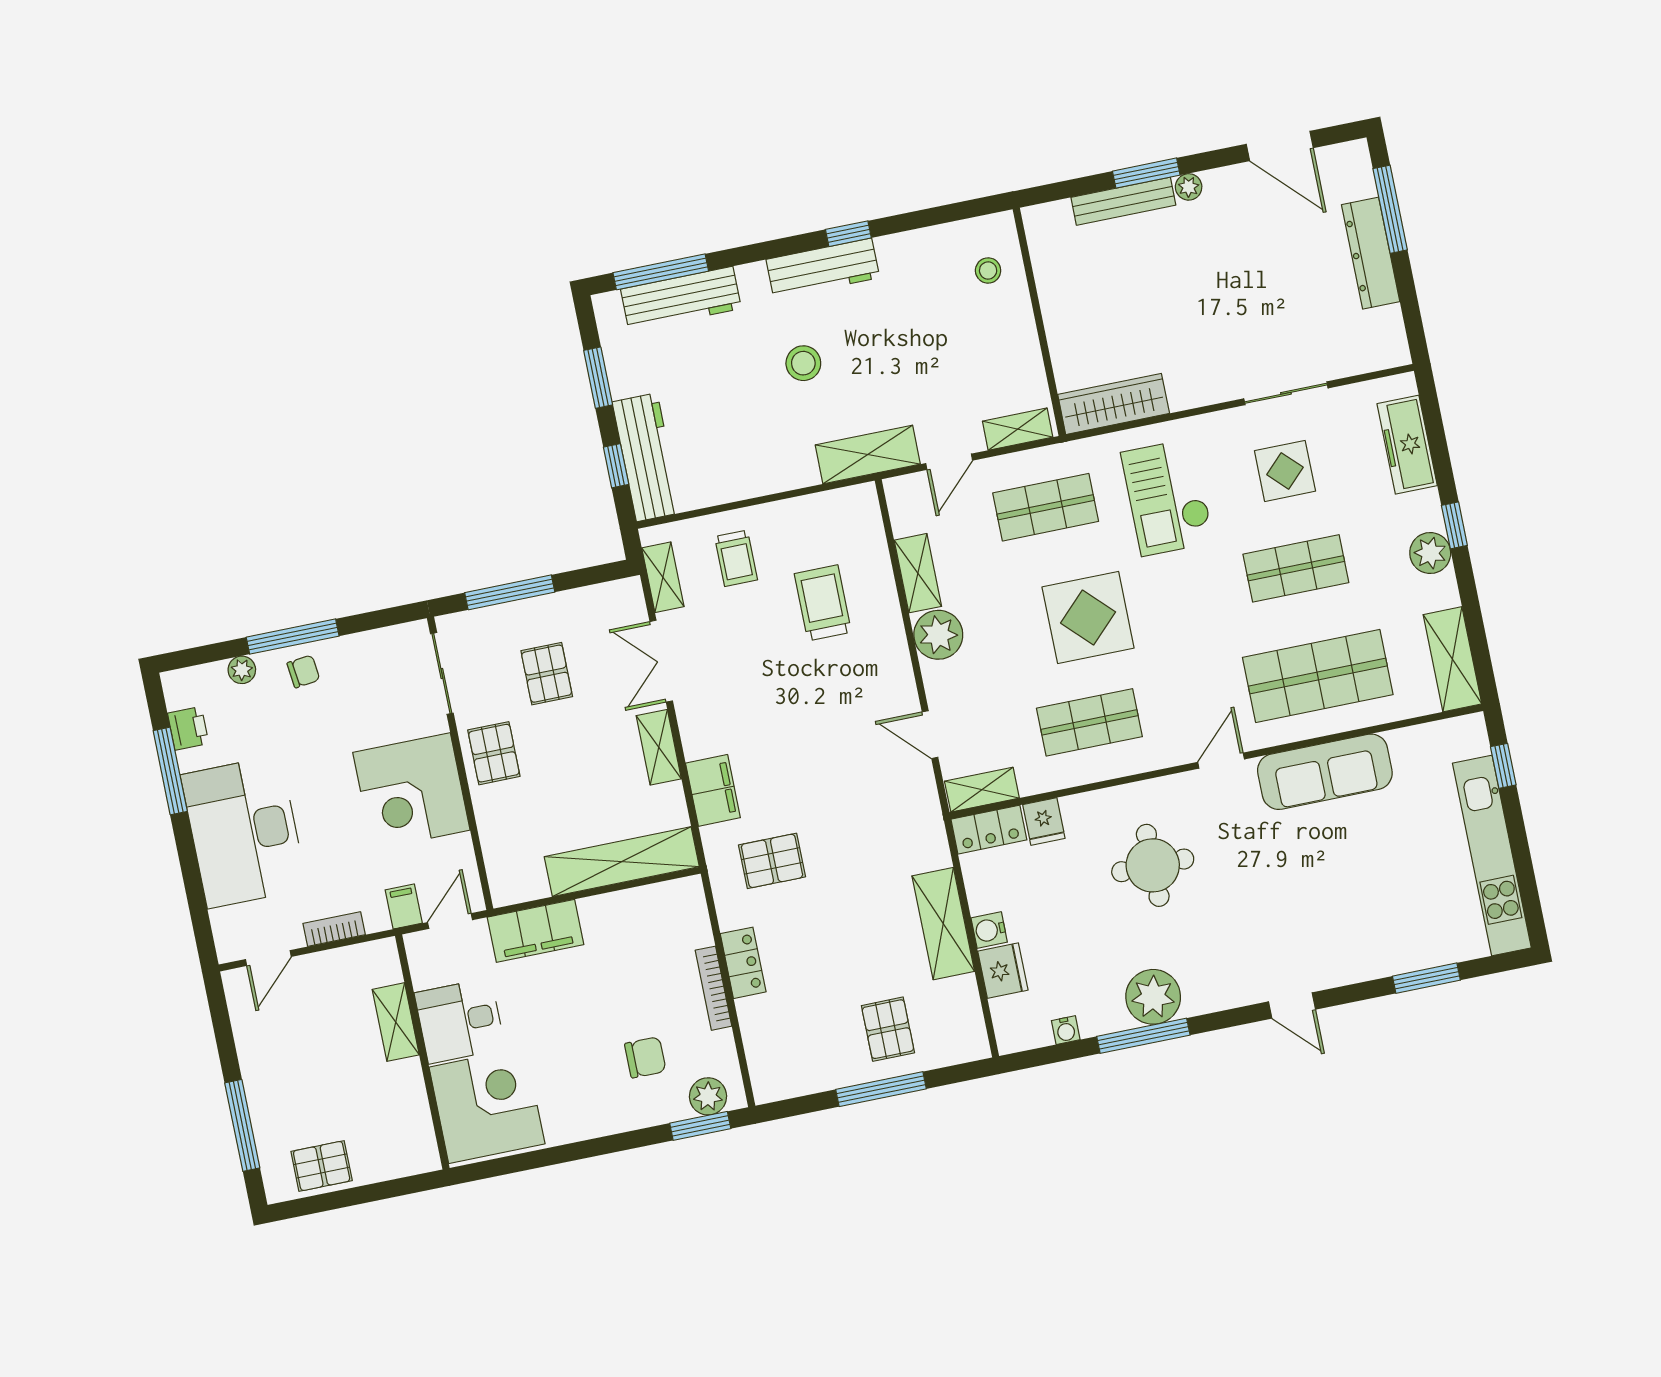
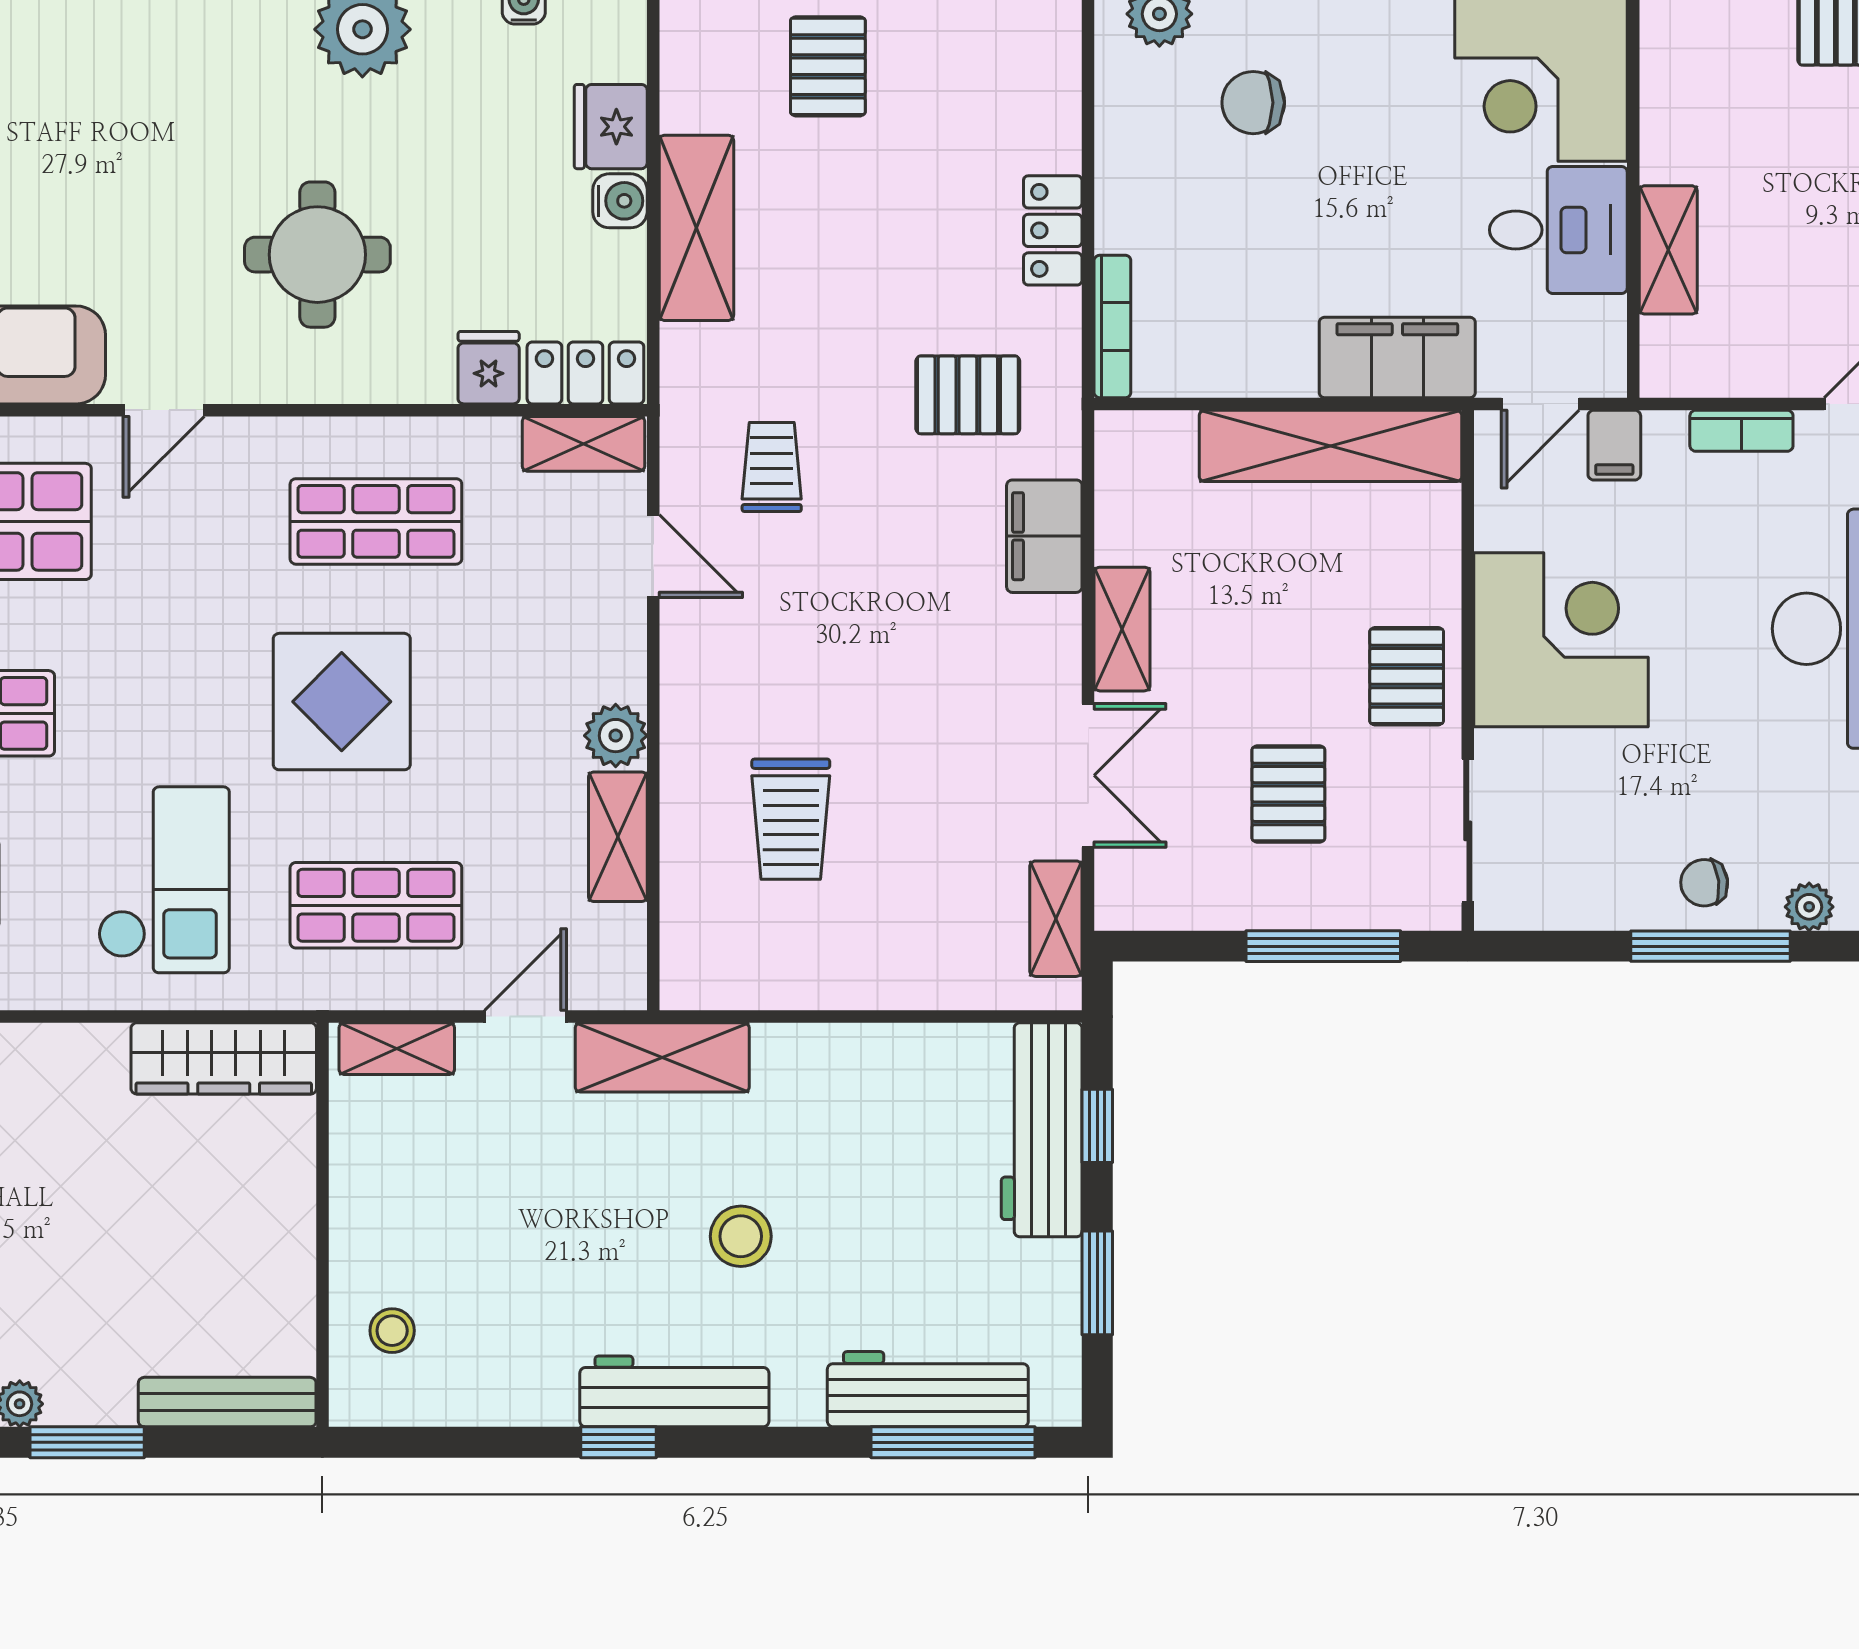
bench: (1123, 201) -> (227, 1402), moved
trolley: (736, 558) -> (772, 467), moved
plant: (938, 635) -> (616, 736), width x0.73, depth x0.73
shelving: (622, 862) -> (1331, 446), moved
bookcase: (713, 988) -> (1112, 327), moved

